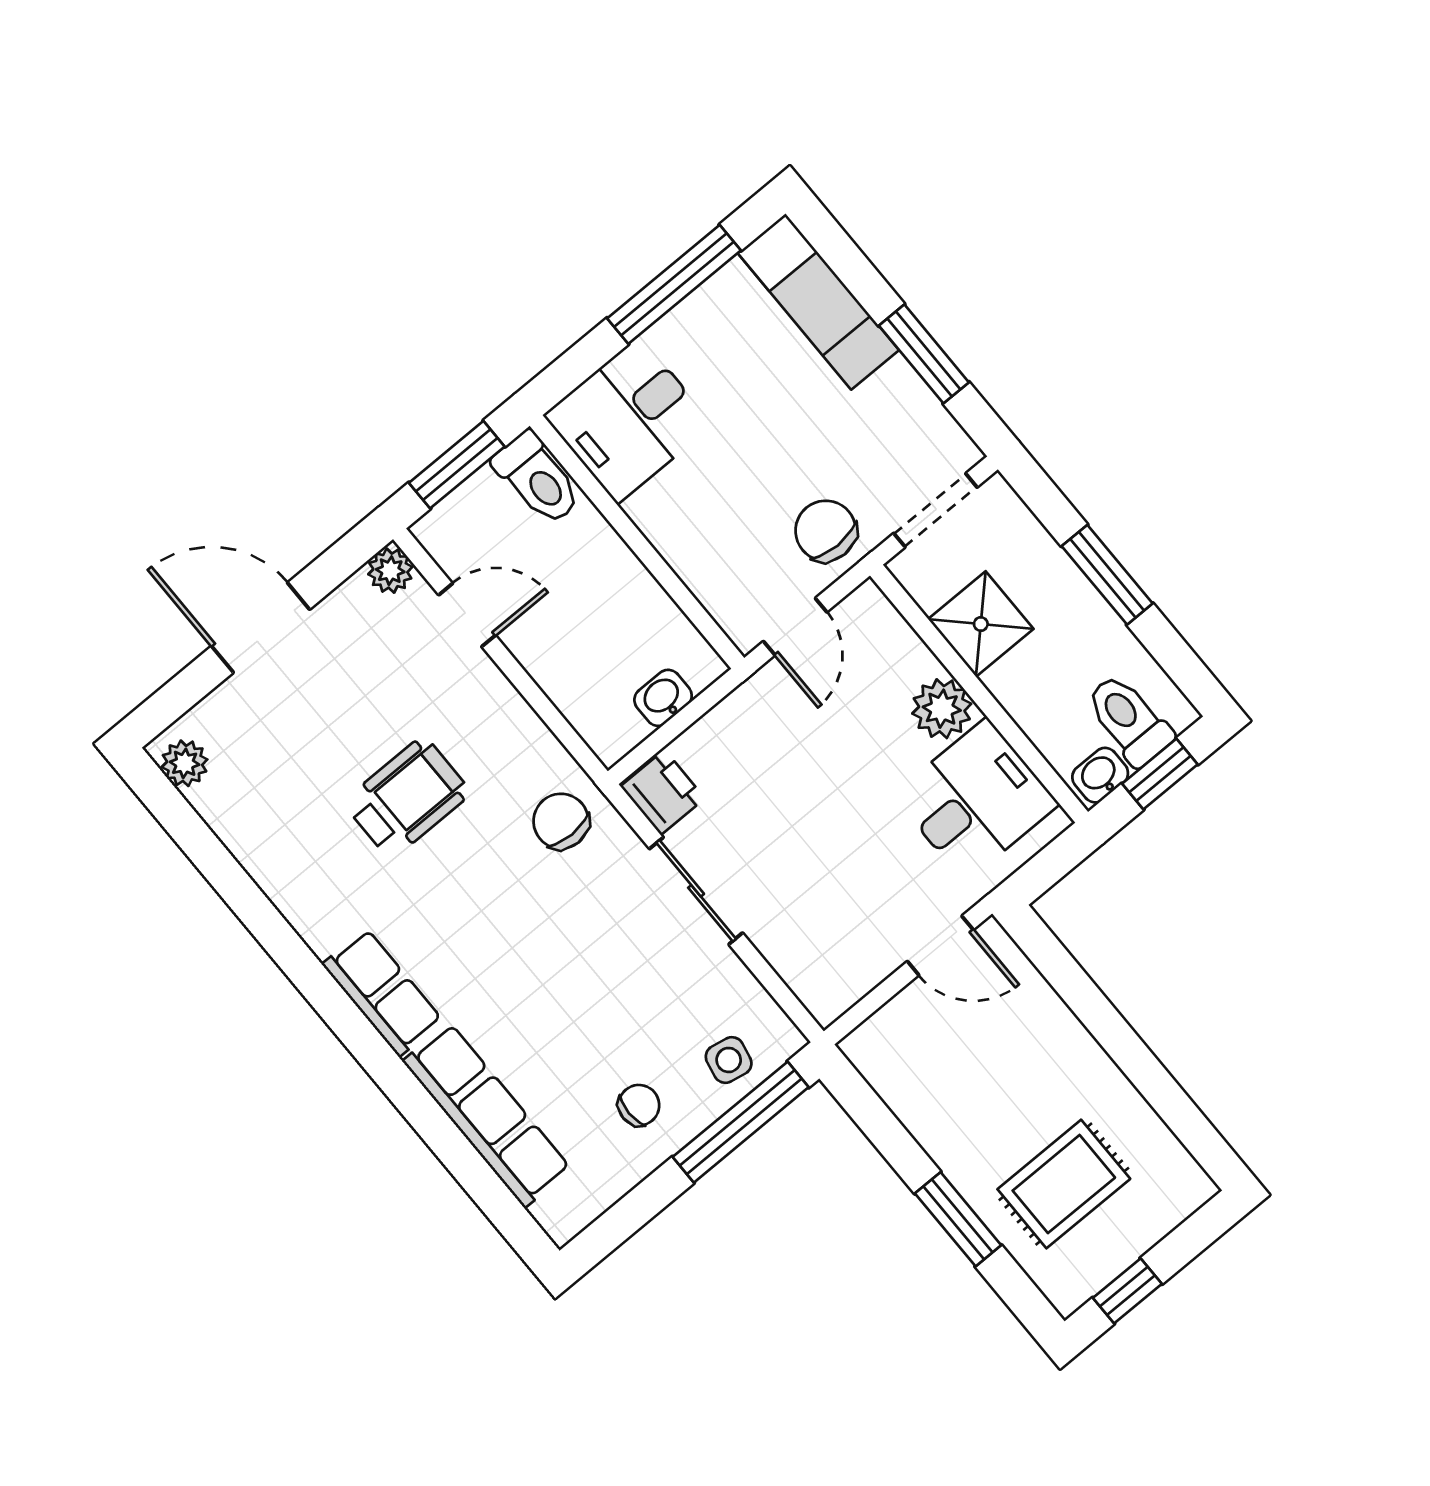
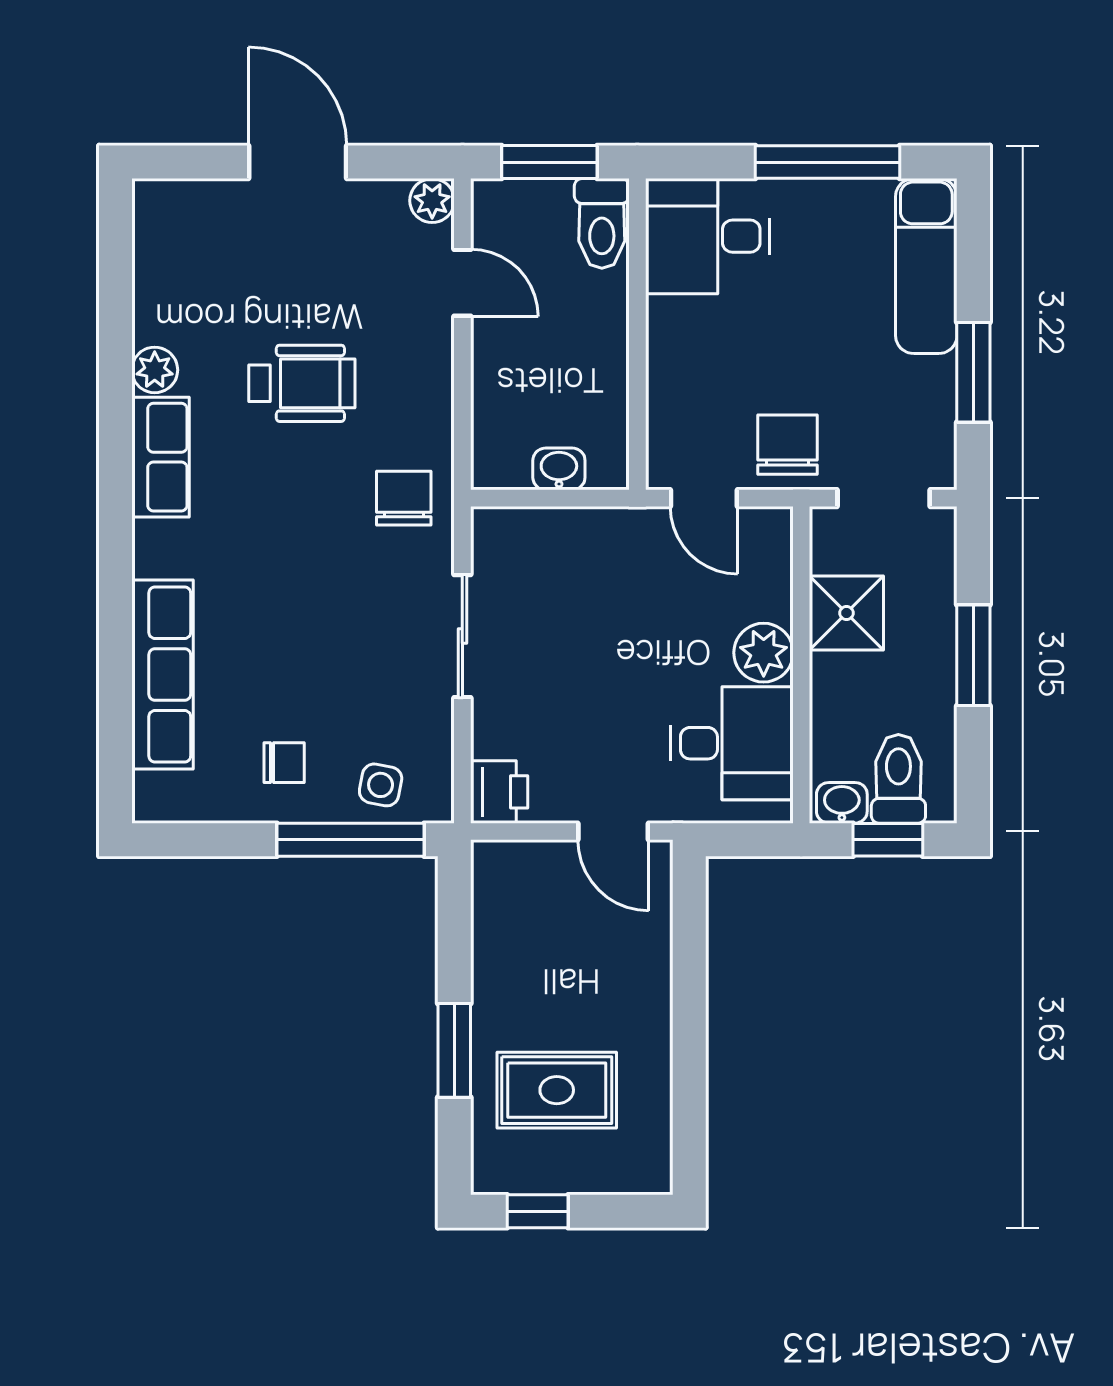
door: (795, 627) -> (704, 498), hinge flipped
plant: (185, 763) -> (155, 370), moved
printer: (663, 792) -> (499, 792), moved
row of seats: (382, 992) -> (160, 457), moved

